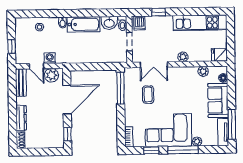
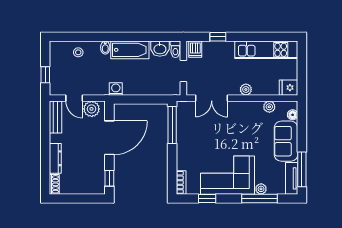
washing machine: (50, 58) -> (116, 89), moved
coffee table: (148, 95) -> (204, 133), removed
window: (183, 150) -> (260, 199), moved

